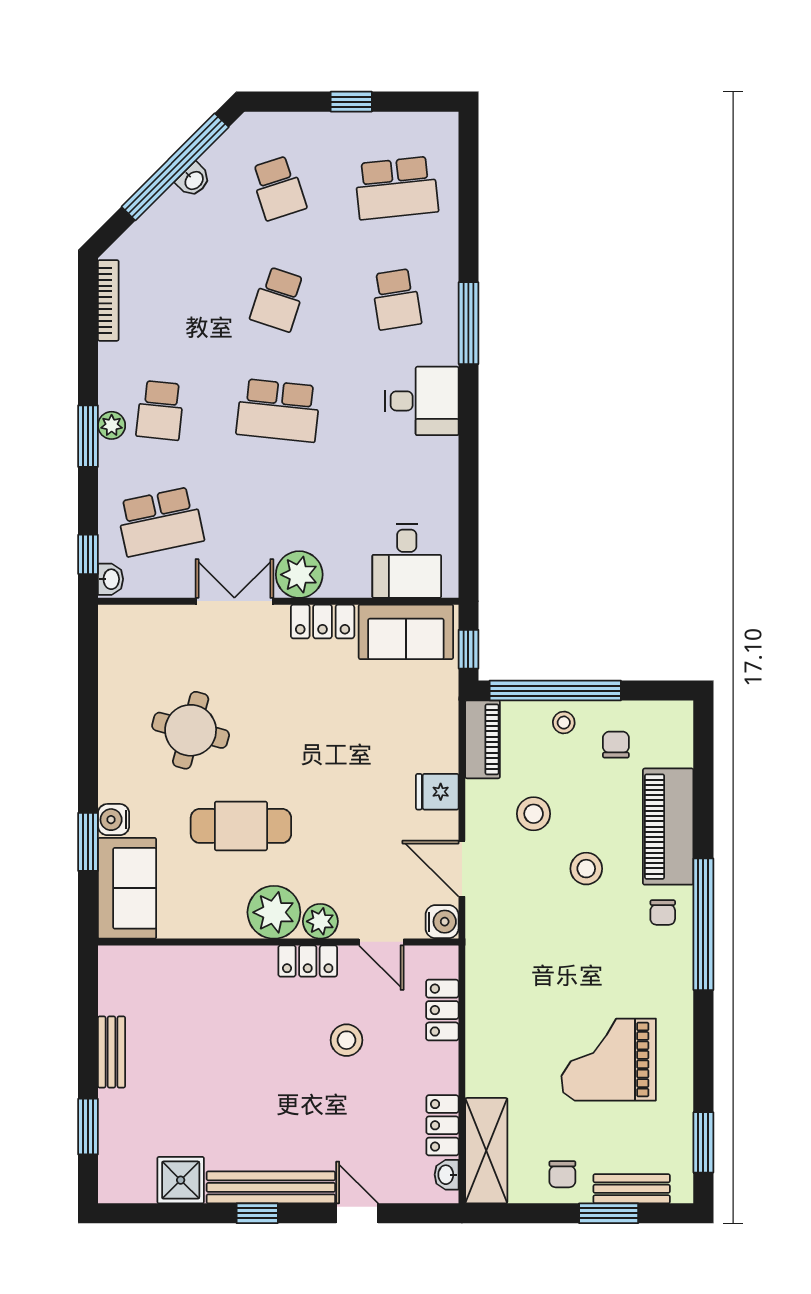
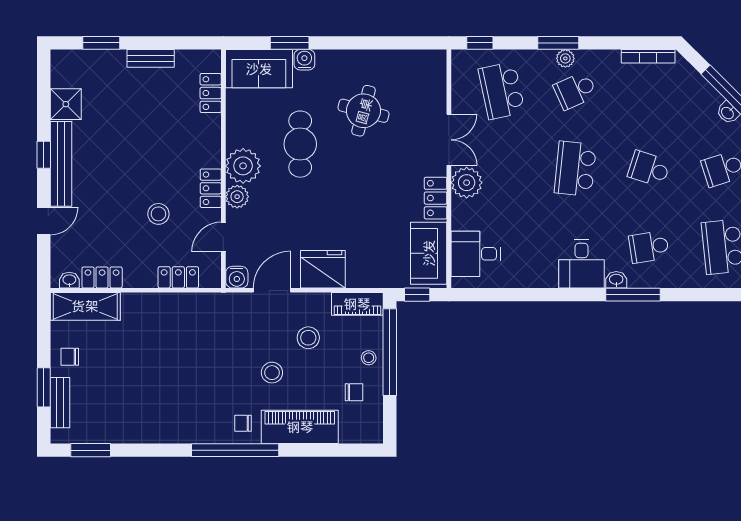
school desk: (160, 410) -> (575, 91), turned -30
washbasin: (111, 579) -> (616, 280), moved, turned 180
fridge: (437, 792) -> (323, 269), width x1.88, depth x1.34
locker: (164, 961) -> (211, 93), added
grand piano: (609, 1060) -> (146, 387), removed

